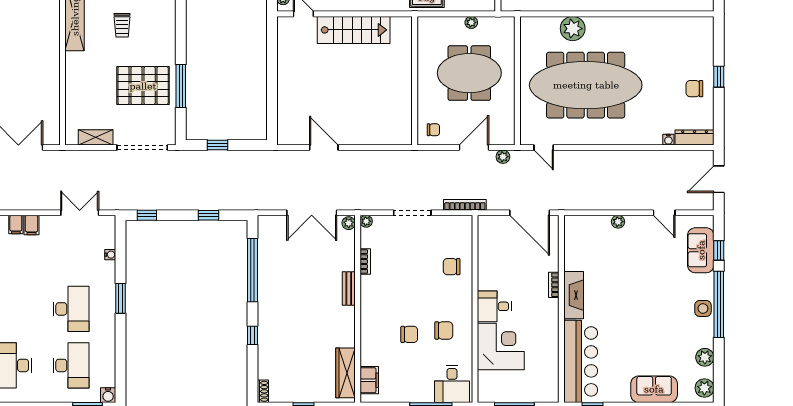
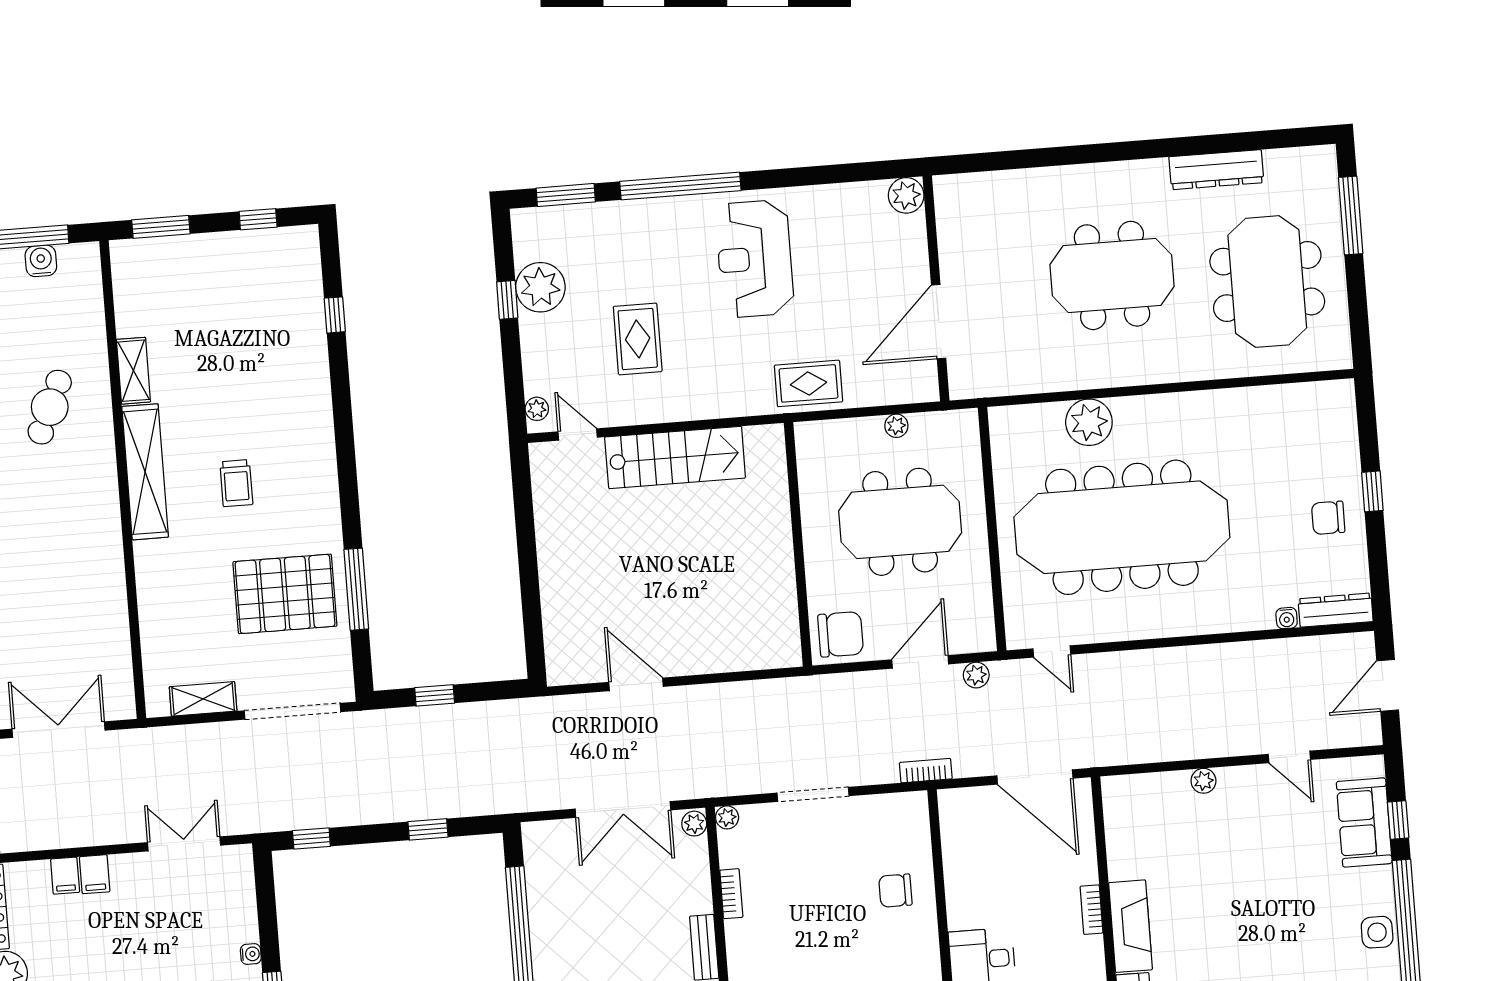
chair: (433, 130) -> (841, 634), width x1.87, depth x1.87
bookcase: (465, 205) -> (926, 771), width x0.64
water cooler: (110, 255) -> (251, 954), moved

